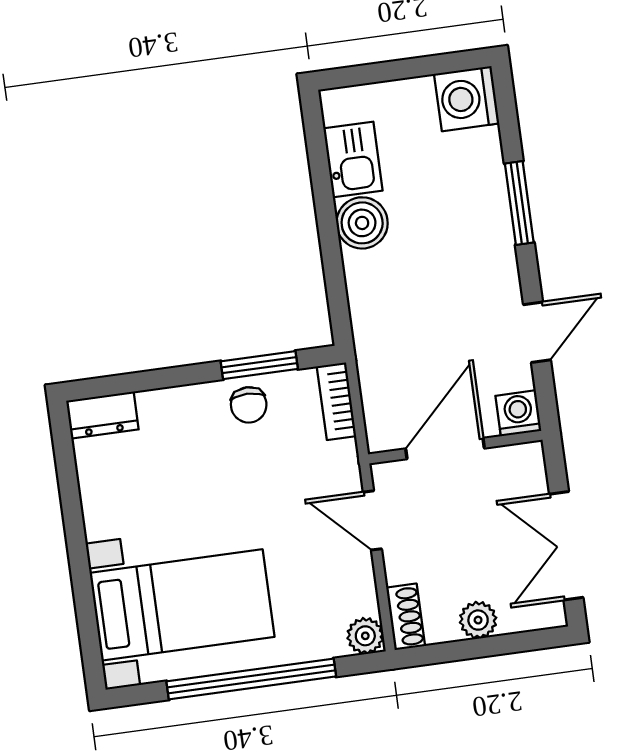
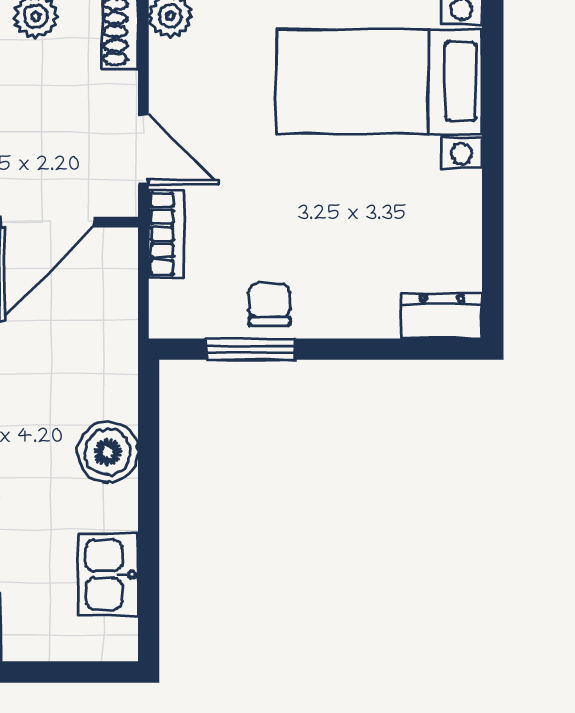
boiler: (362, 223) -> (108, 452), moved
bookcase: (337, 401) -> (166, 234), moved

